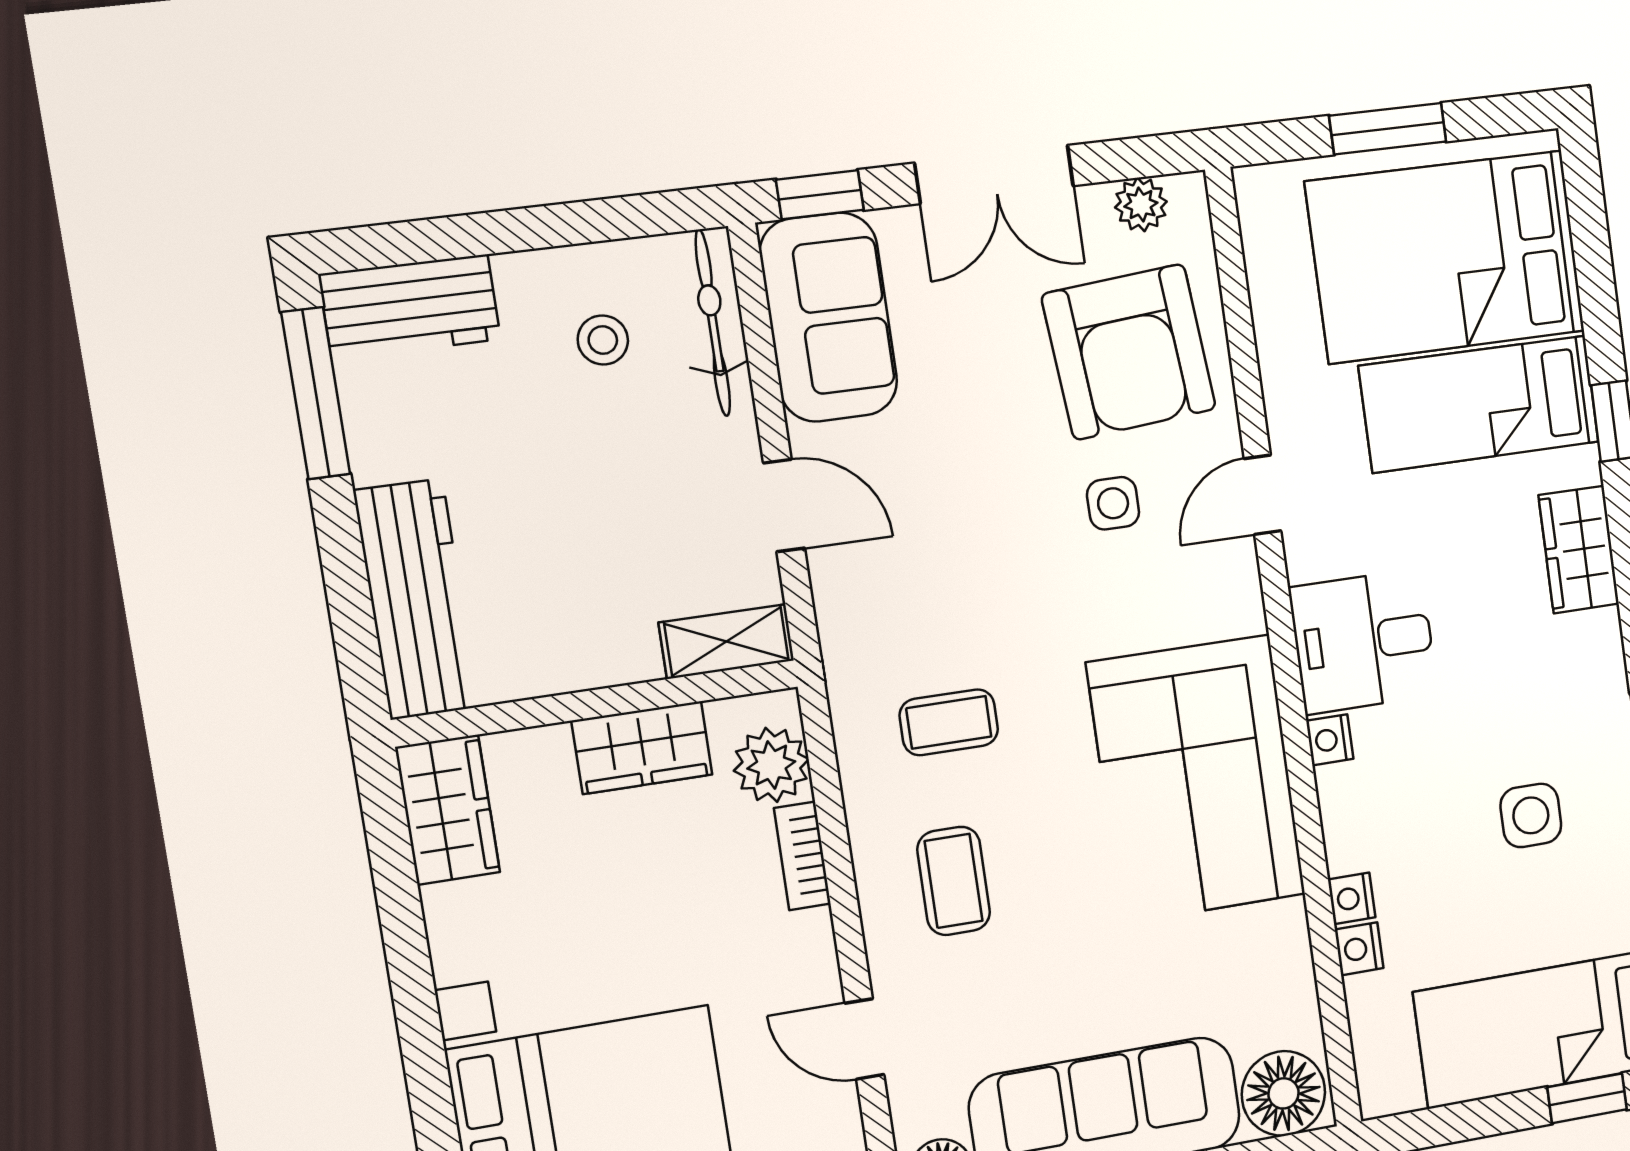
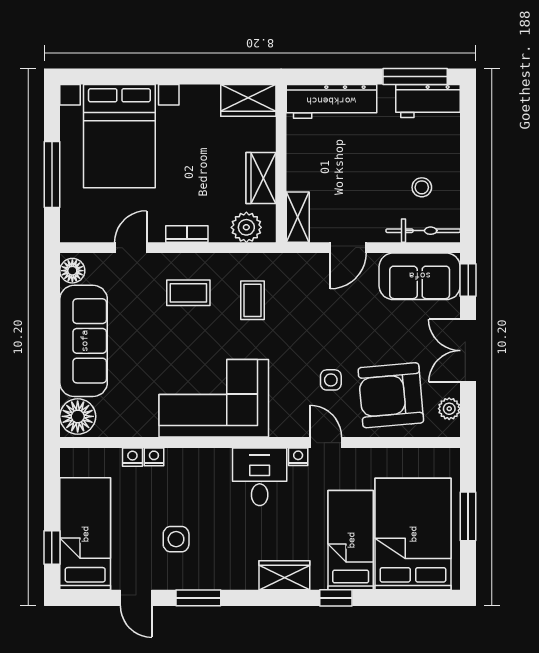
workbench: (410, 307) -> (428, 101), moved, turned -90
nightstand: (1330, 740) -> (298, 457), moved
bookcase: (802, 856) -> (187, 234), moved

